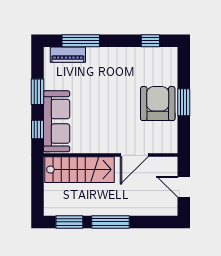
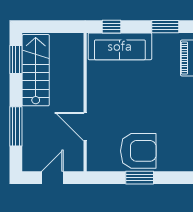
window: (37, 92) -> (165, 27), moved
stairs: (79, 170) -> (36, 70), moved, turned 180
window: (111, 222) -> (16, 126), moved

